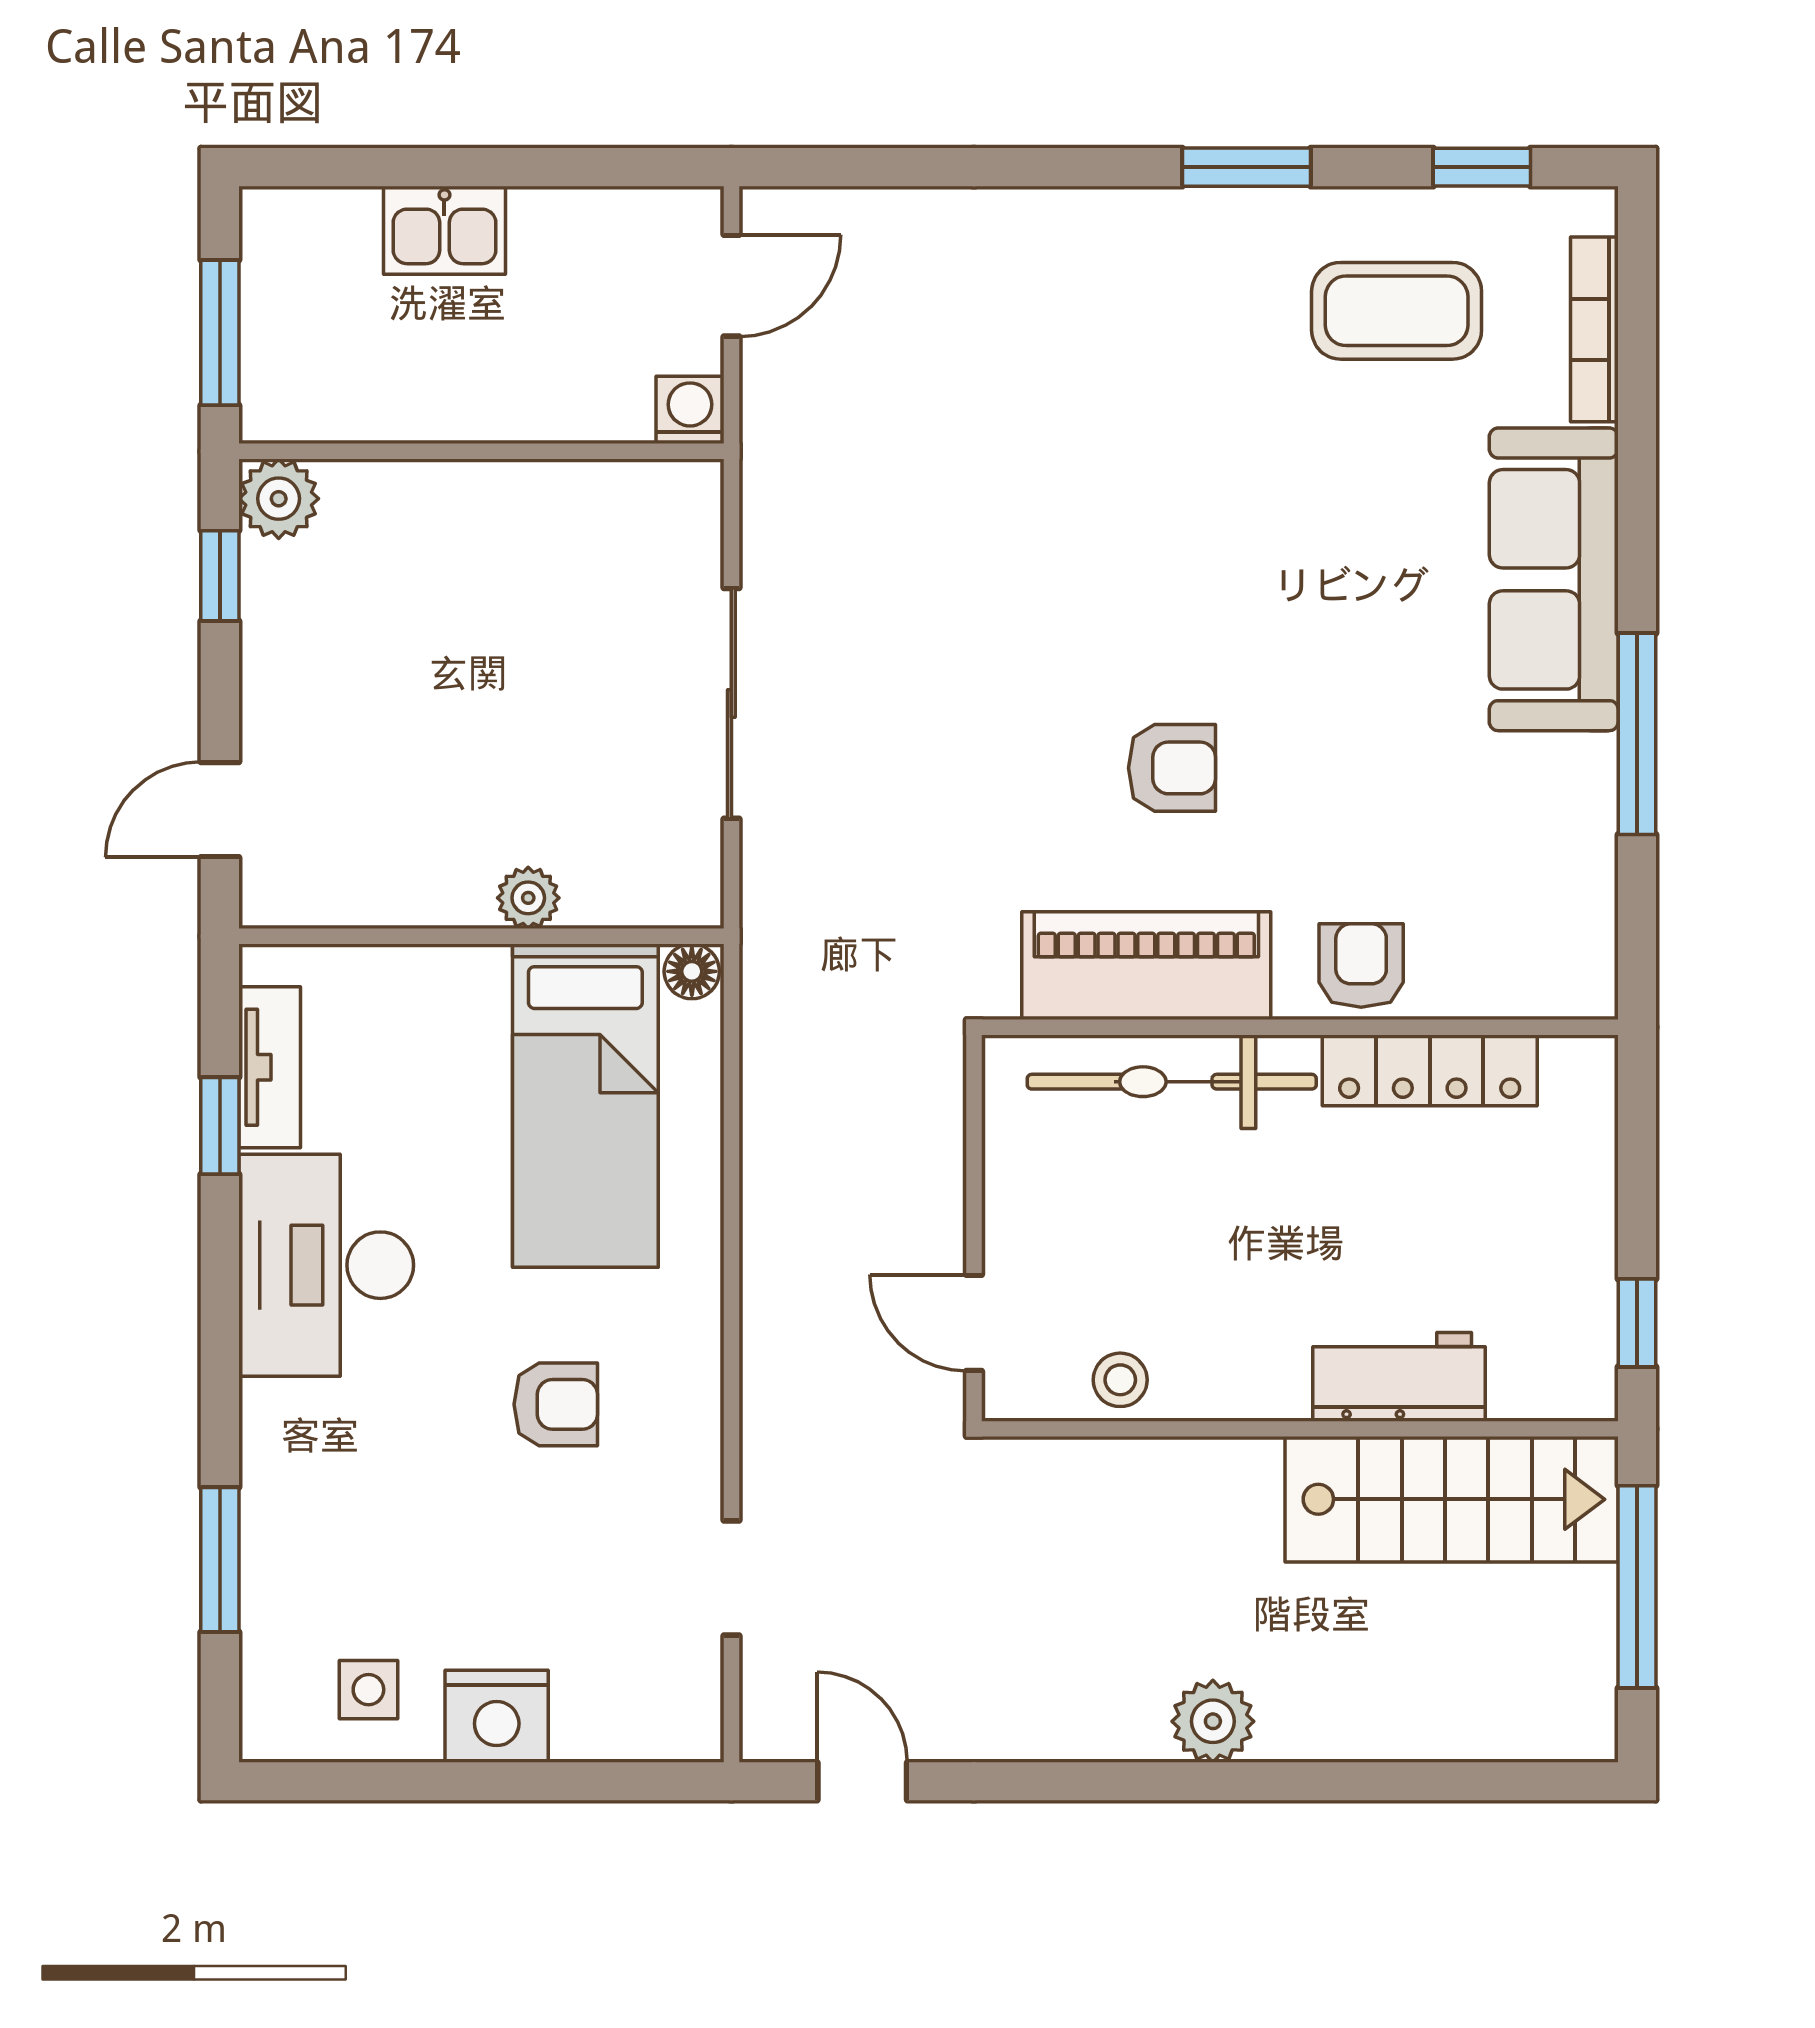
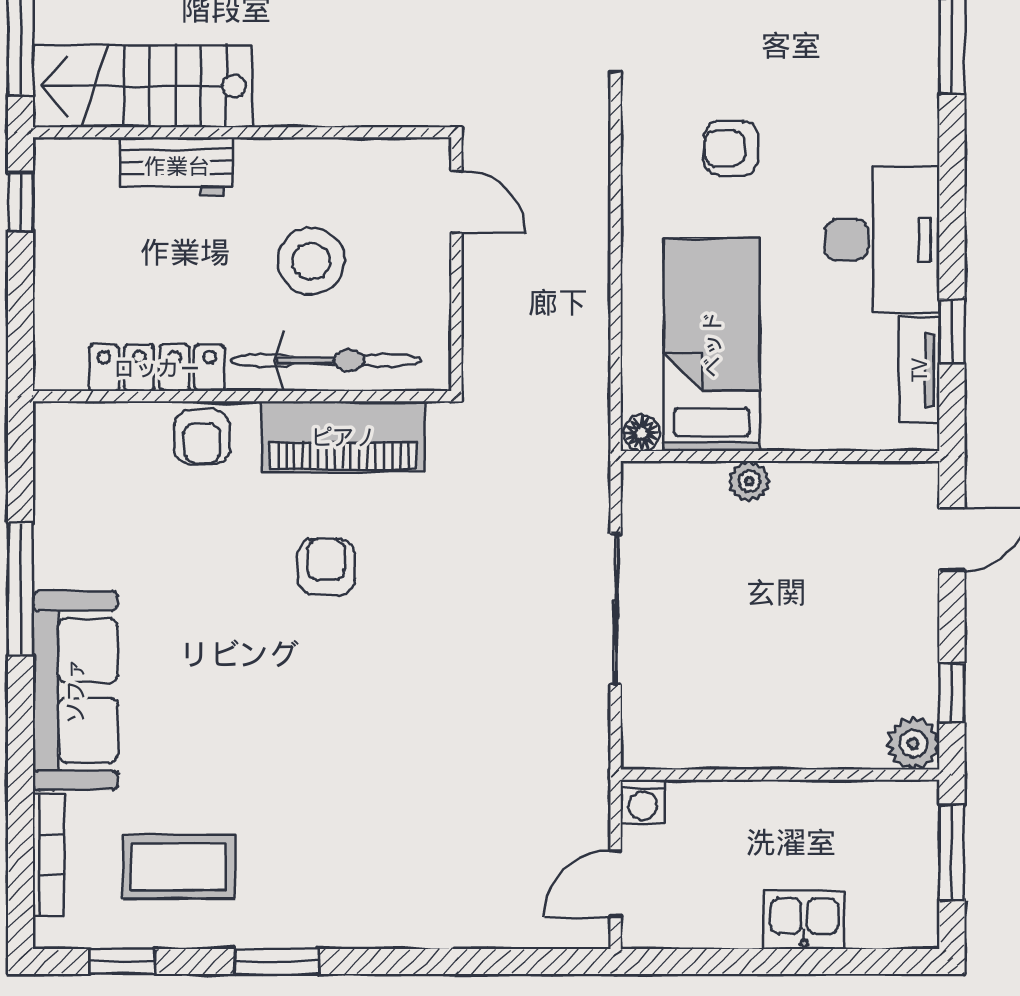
armchair: (1172, 768) -> (326, 567), turned 90
stool: (1120, 1380) -> (311, 261), moved, width x1.89, depth x1.89

